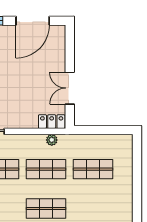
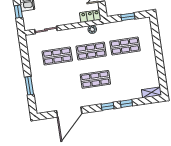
window: (103, 130) -> (128, 17), added

